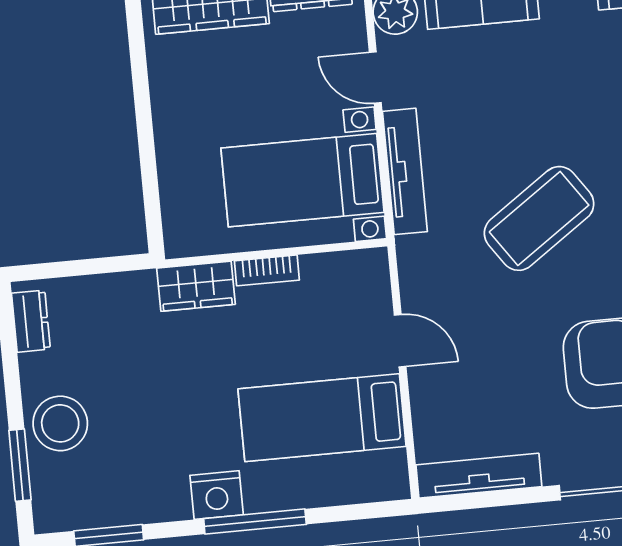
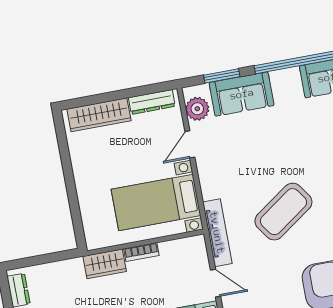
door: (375, 77) -> (190, 144), hinge flipped
tv unit: (405, 171) -> (217, 233), moved

